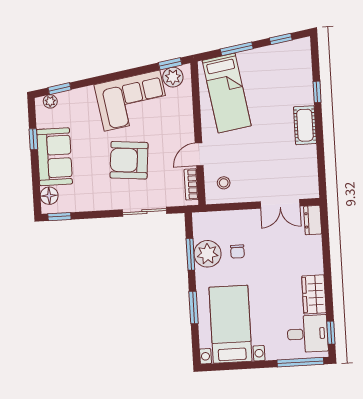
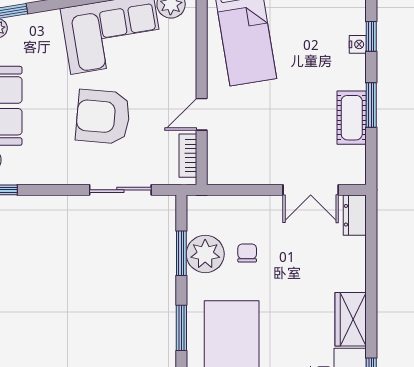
nightstand: (308, 98) -> (358, 44), added
cot: (305, 125) -> (352, 118), moved
window: (320, 141) -> (371, 105), added
stool: (224, 183) -> (233, 156), removed
chair: (237, 251) -> (247, 253), turned 180

